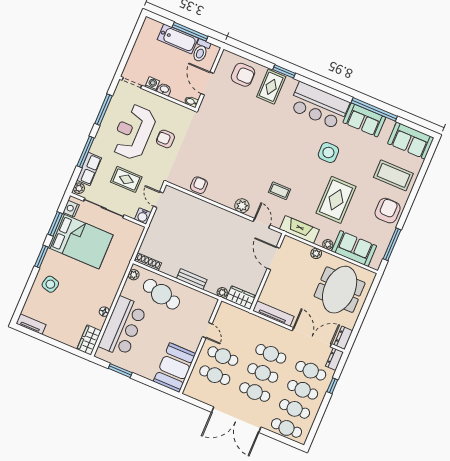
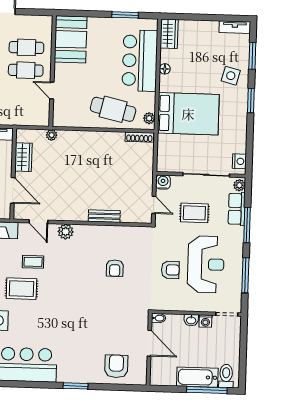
window: (190, 32) -> (207, 390), moved
toilet: (201, 51) -> (226, 376), moved
armchair: (243, 75) -> (116, 366), turned 90
rug: (271, 87) -> (21, 289), moved, turned 90
armchair: (199, 185) -> (115, 268), moved
window: (55, 224) -> (252, 56), moved
bed: (81, 241) -> (188, 114), moved, turned 180
bench: (192, 279) -> (104, 216), moved
wardrobe: (241, 298) -> (23, 157), moved, turned -90

